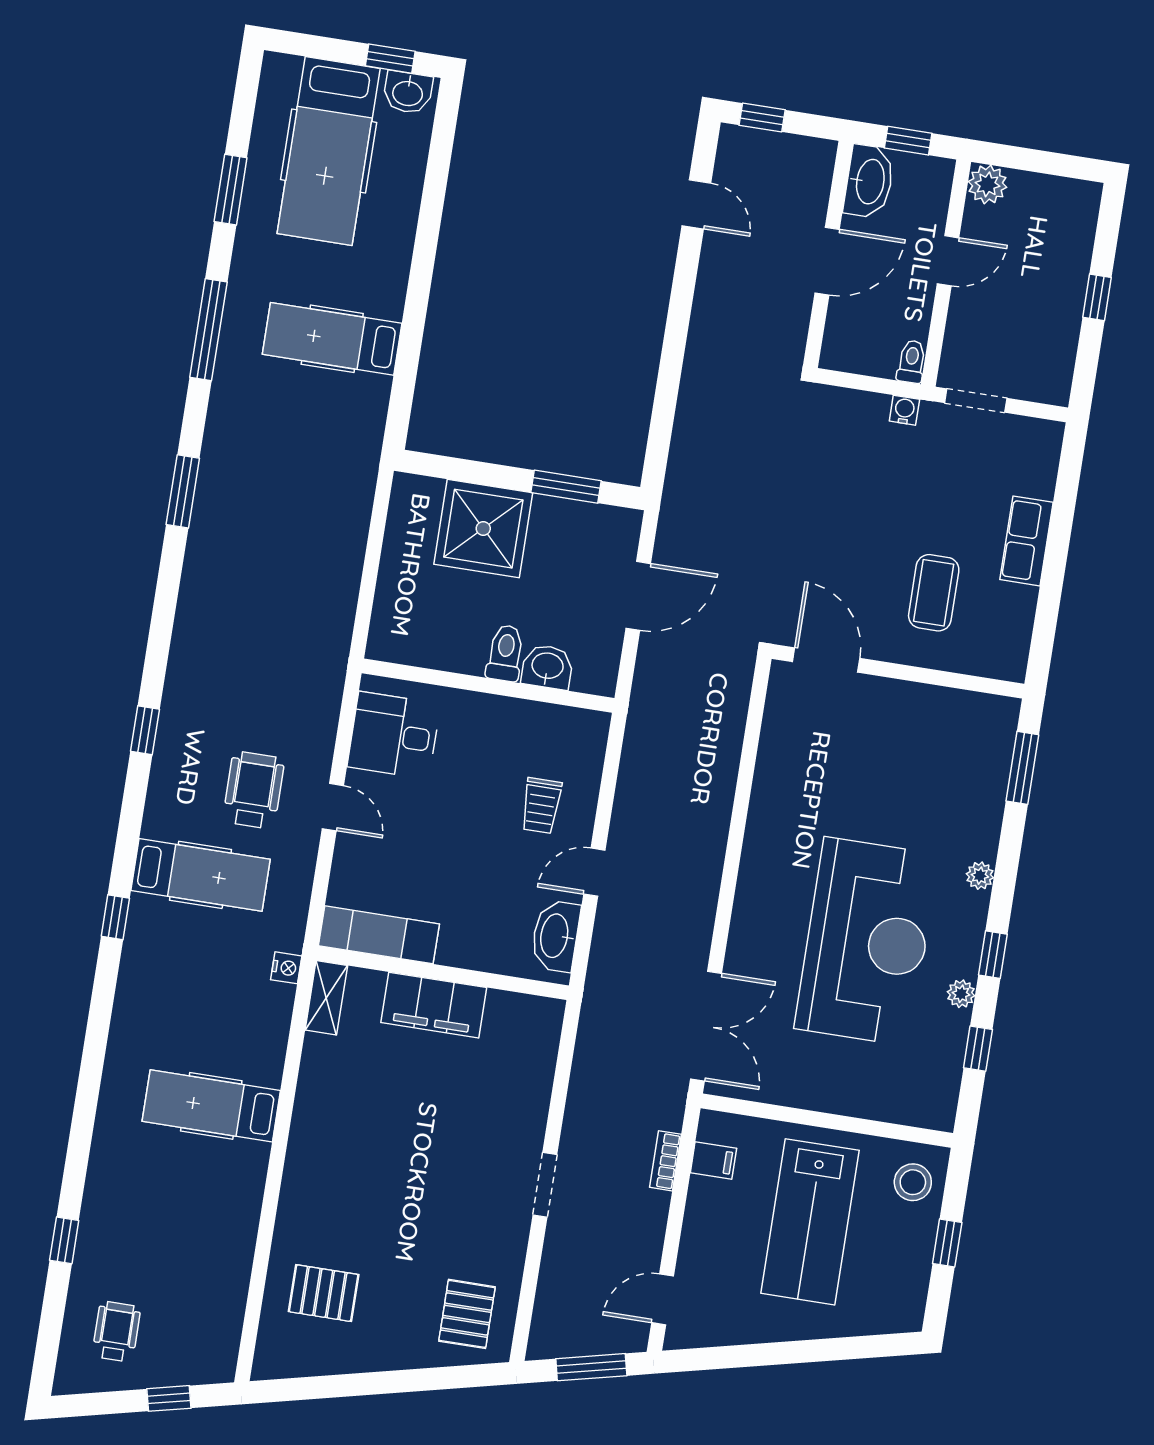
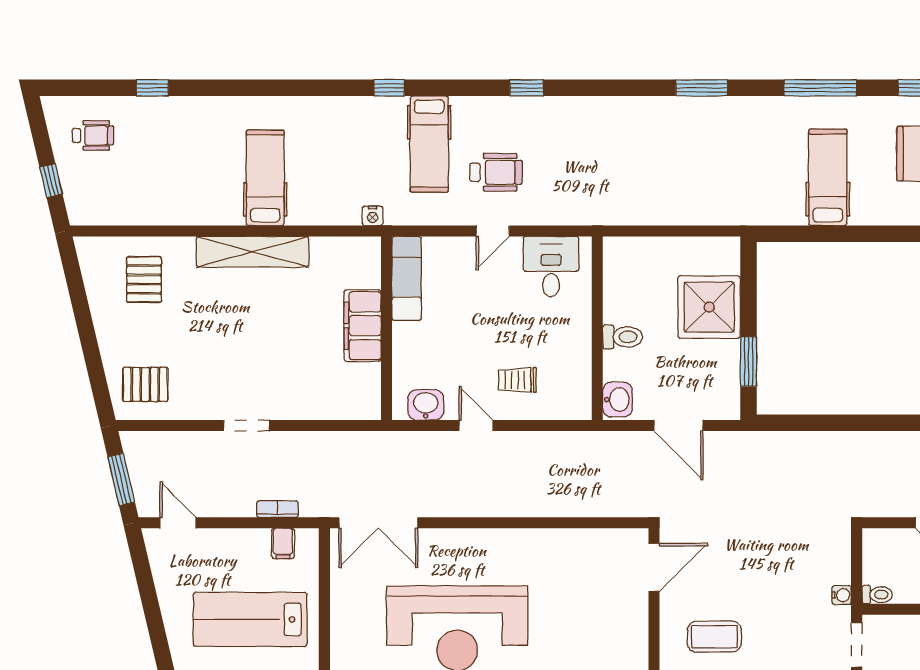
washbasin: (547, 667) -> (617, 400), moved
washbasin: (555, 936) -> (426, 405), width x0.72
shelving: (326, 998) -> (253, 252), moved, width x2.20, depth x1.33

